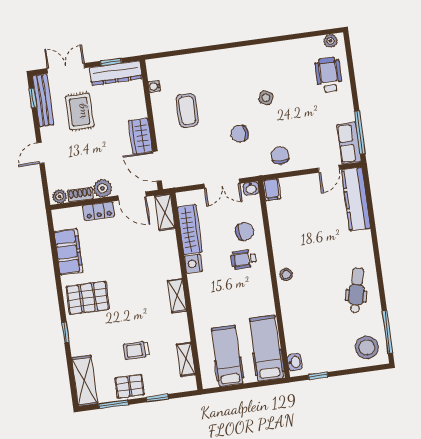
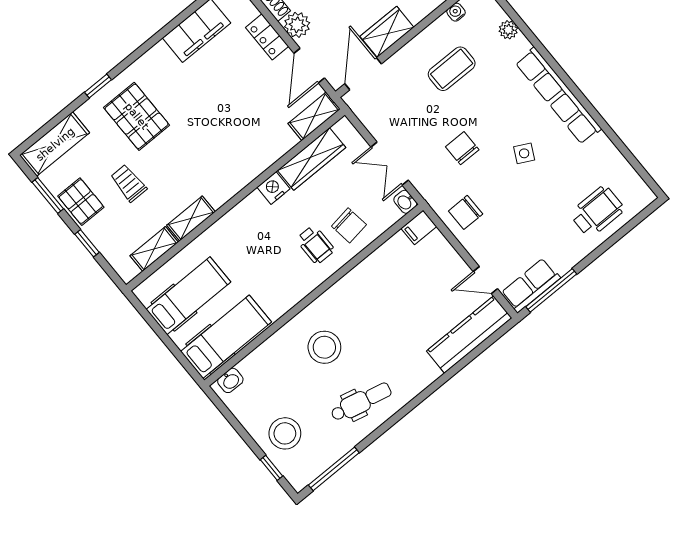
plant: (331, 41) -> (508, 30), moved
row of seats: (244, 55) -> (558, 96), added
chair: (280, 156) -> (466, 212), turned 180
wheelchair: (244, 259) -> (315, 245), turned 180
stool: (286, 274) -> (324, 347), moved, width x1.89, depth x1.89
shelving: (177, 296) -> (191, 219), moved
pallet: (88, 298) -> (137, 116), moved
stool: (367, 347) -> (285, 433), moved
window: (318, 376) -> (272, 468), moved

